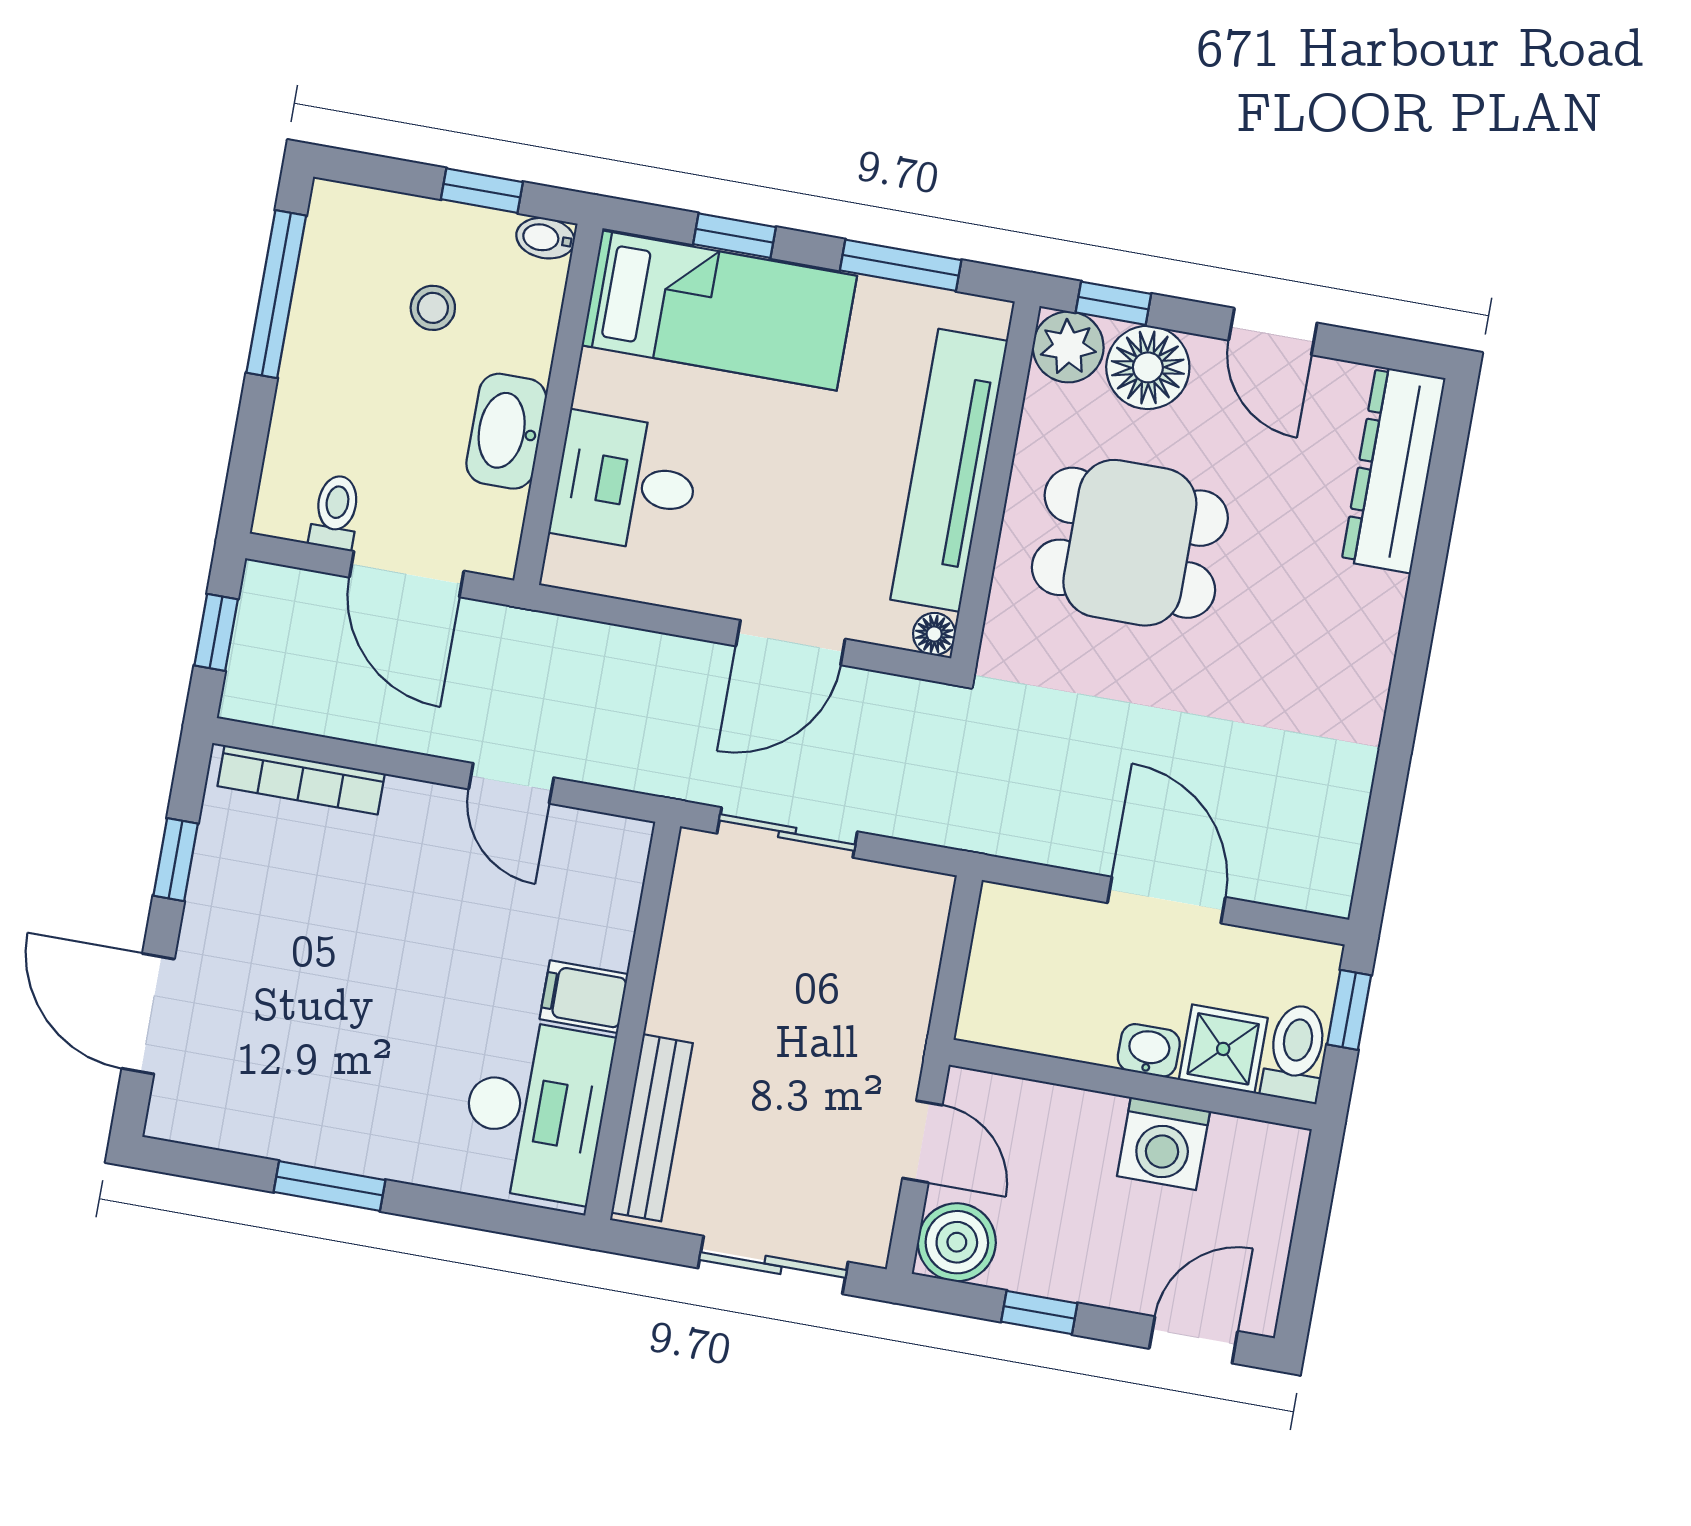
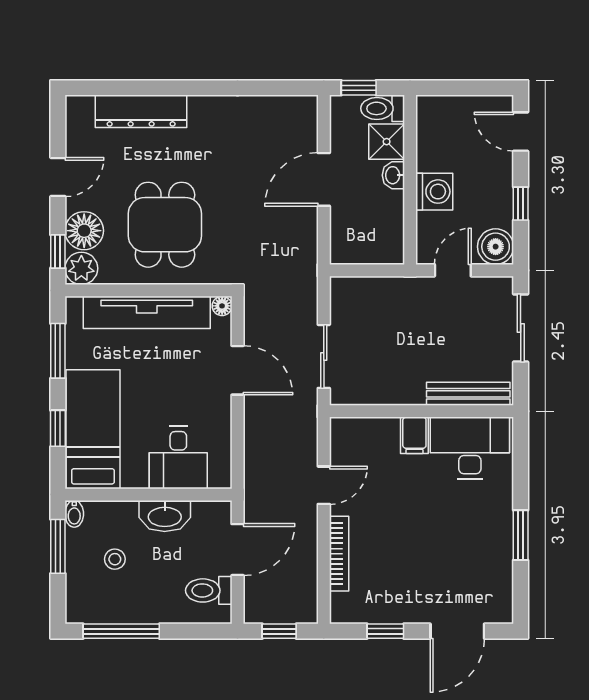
window: (482, 191) -> (58, 546), width x1.50
dresser: (1394, 470) -> (141, 111), moved
toilet: (336, 512) -> (209, 590), width x1.37, depth x1.39
bookcase: (301, 780) -> (339, 554), moved
washing machine: (1163, 1144) -> (434, 192), moved

